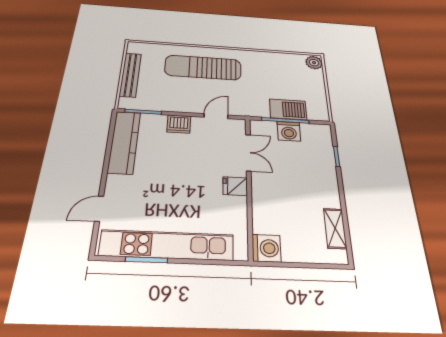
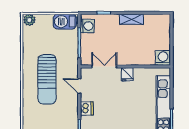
sun lounger: (203, 68) -> (47, 79), moved
barbecue: (288, 109) -> (65, 22), moved, turned -90
washing machine: (289, 131) -> (87, 26), moved
shelving: (335, 228) -> (131, 19), moved

